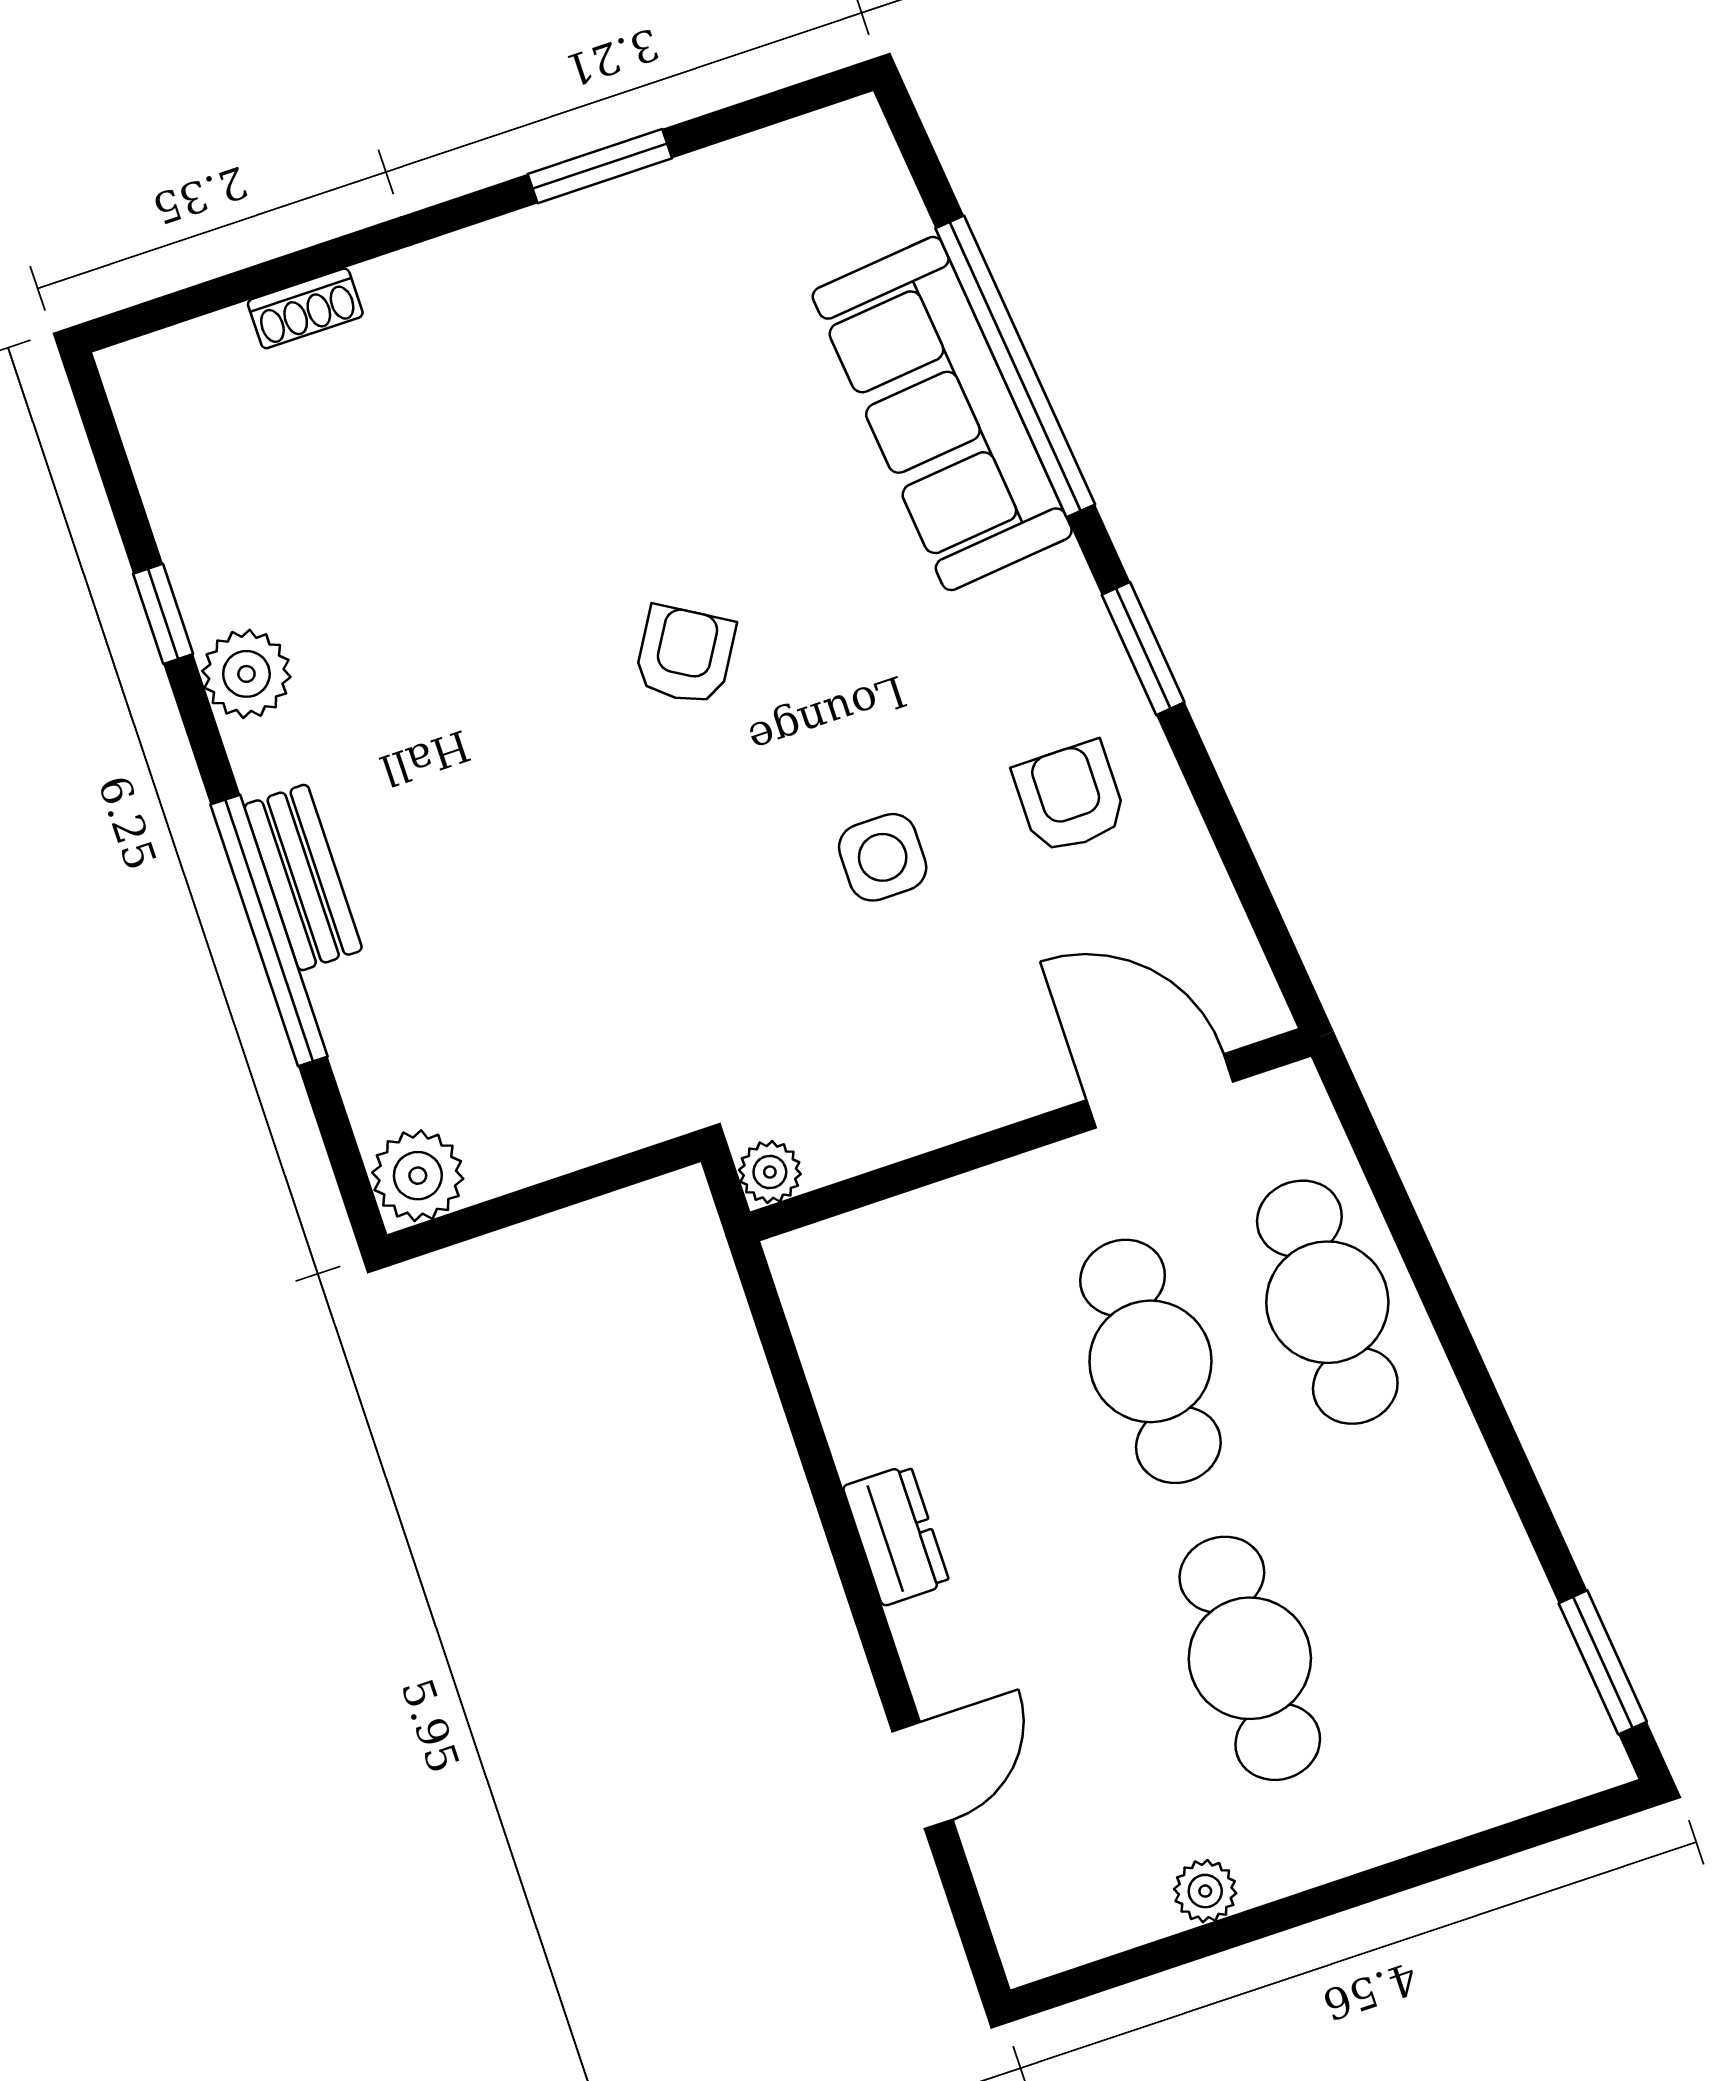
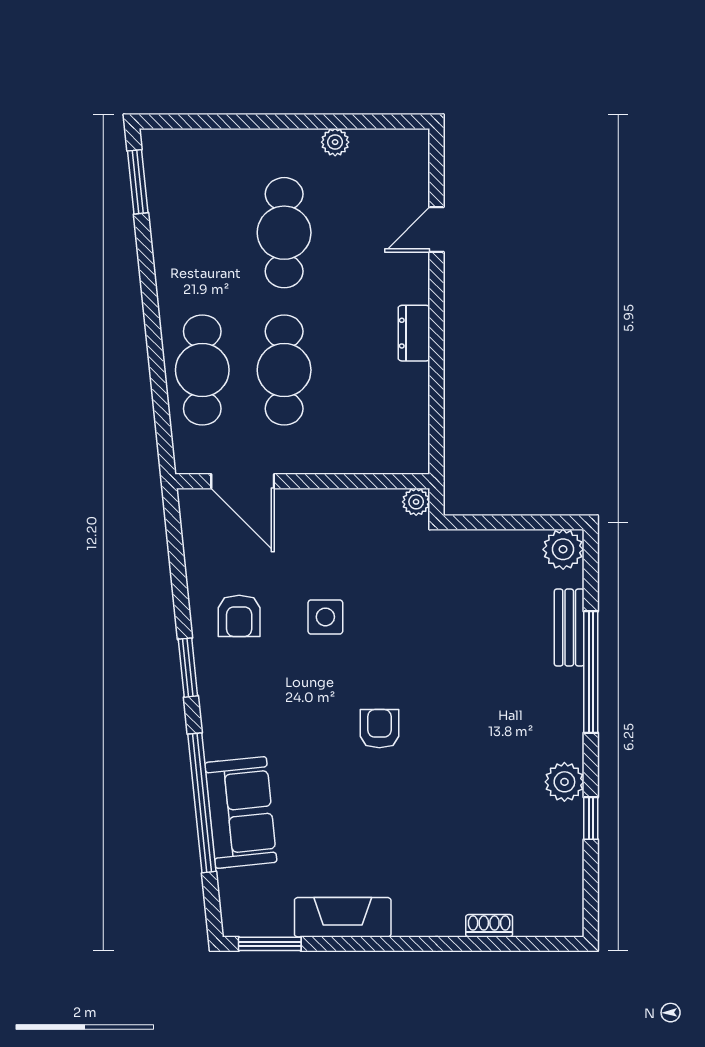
window: (600, 166) -> (270, 944), moved
fireplace: (628, 221) -> (343, 917), added
sofa: (942, 414) -> (241, 812), width x0.73
armchair: (685, 655) -> (379, 729), turned 149
bench: (303, 877) -> (569, 628), moved

